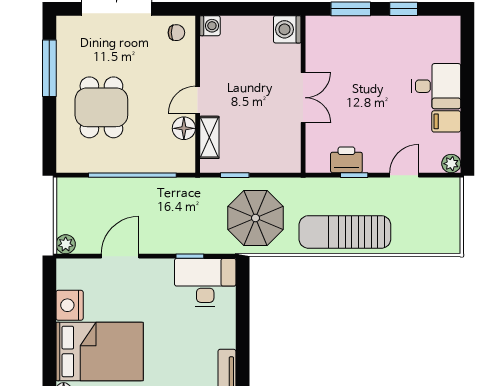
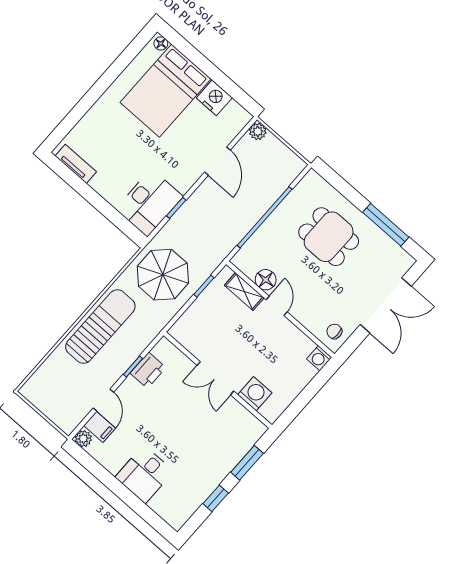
washing machine: (287, 29) -> (255, 394), moved
chair: (176, 33) -> (334, 331), turned 90
filing cabinet: (446, 121) -> (100, 427), moved, turned 90

